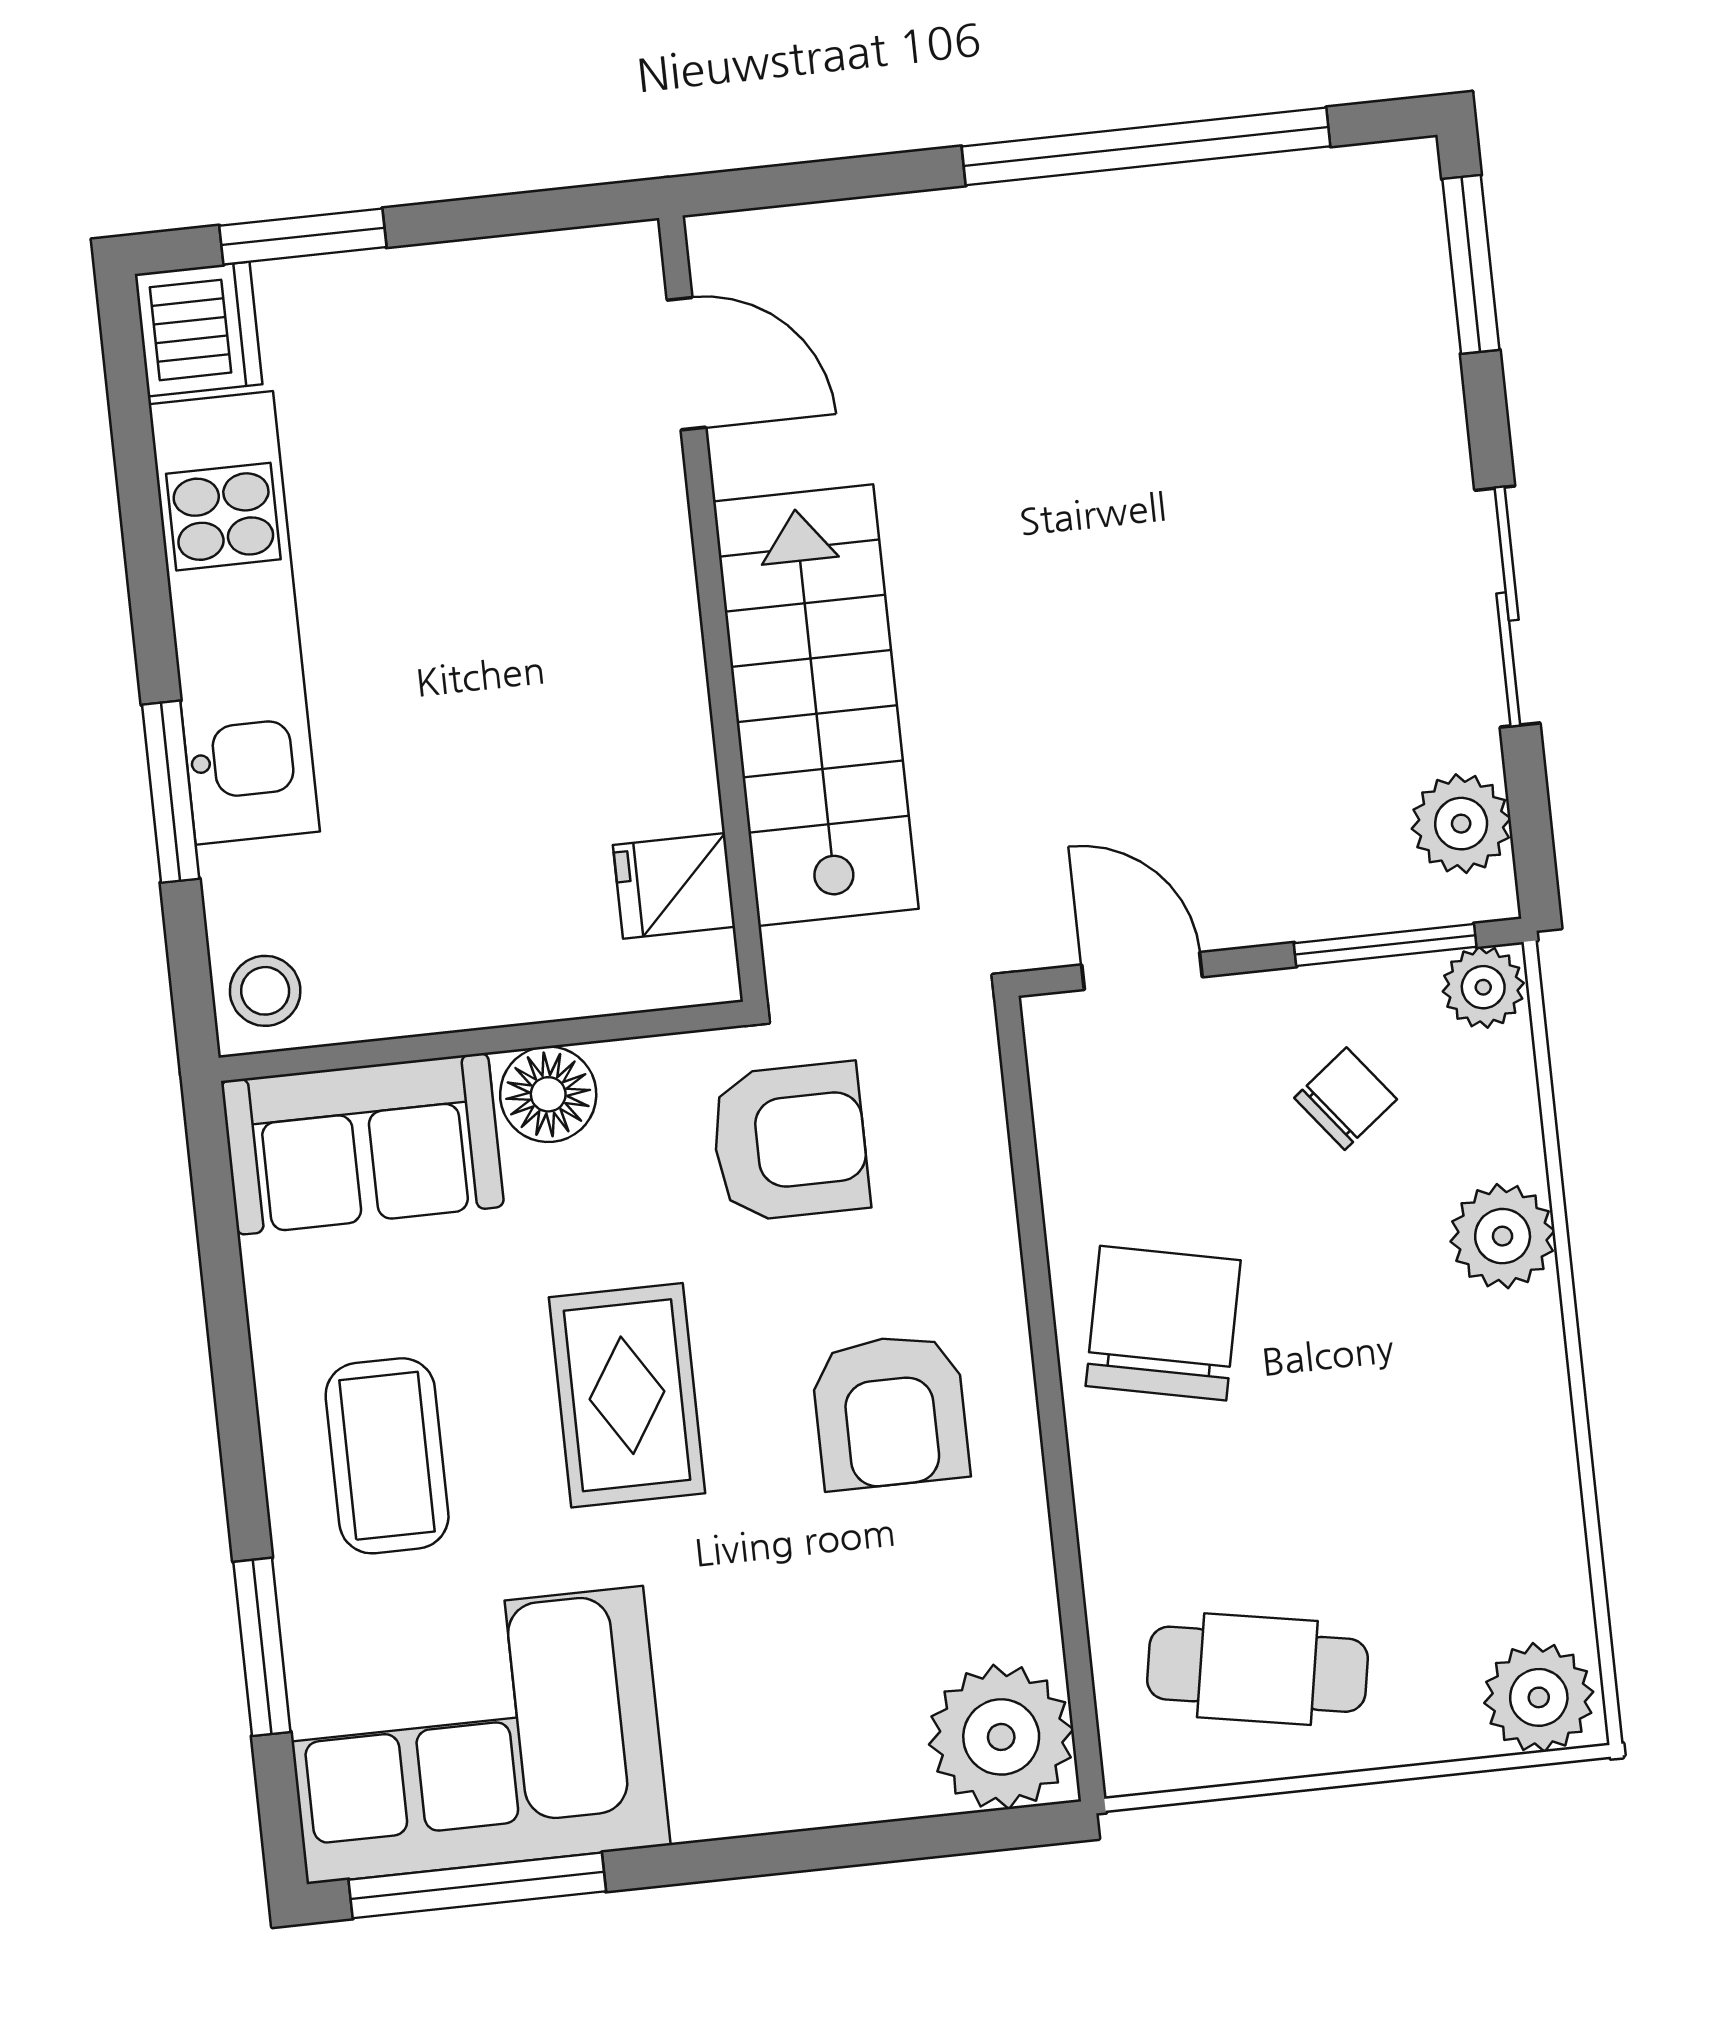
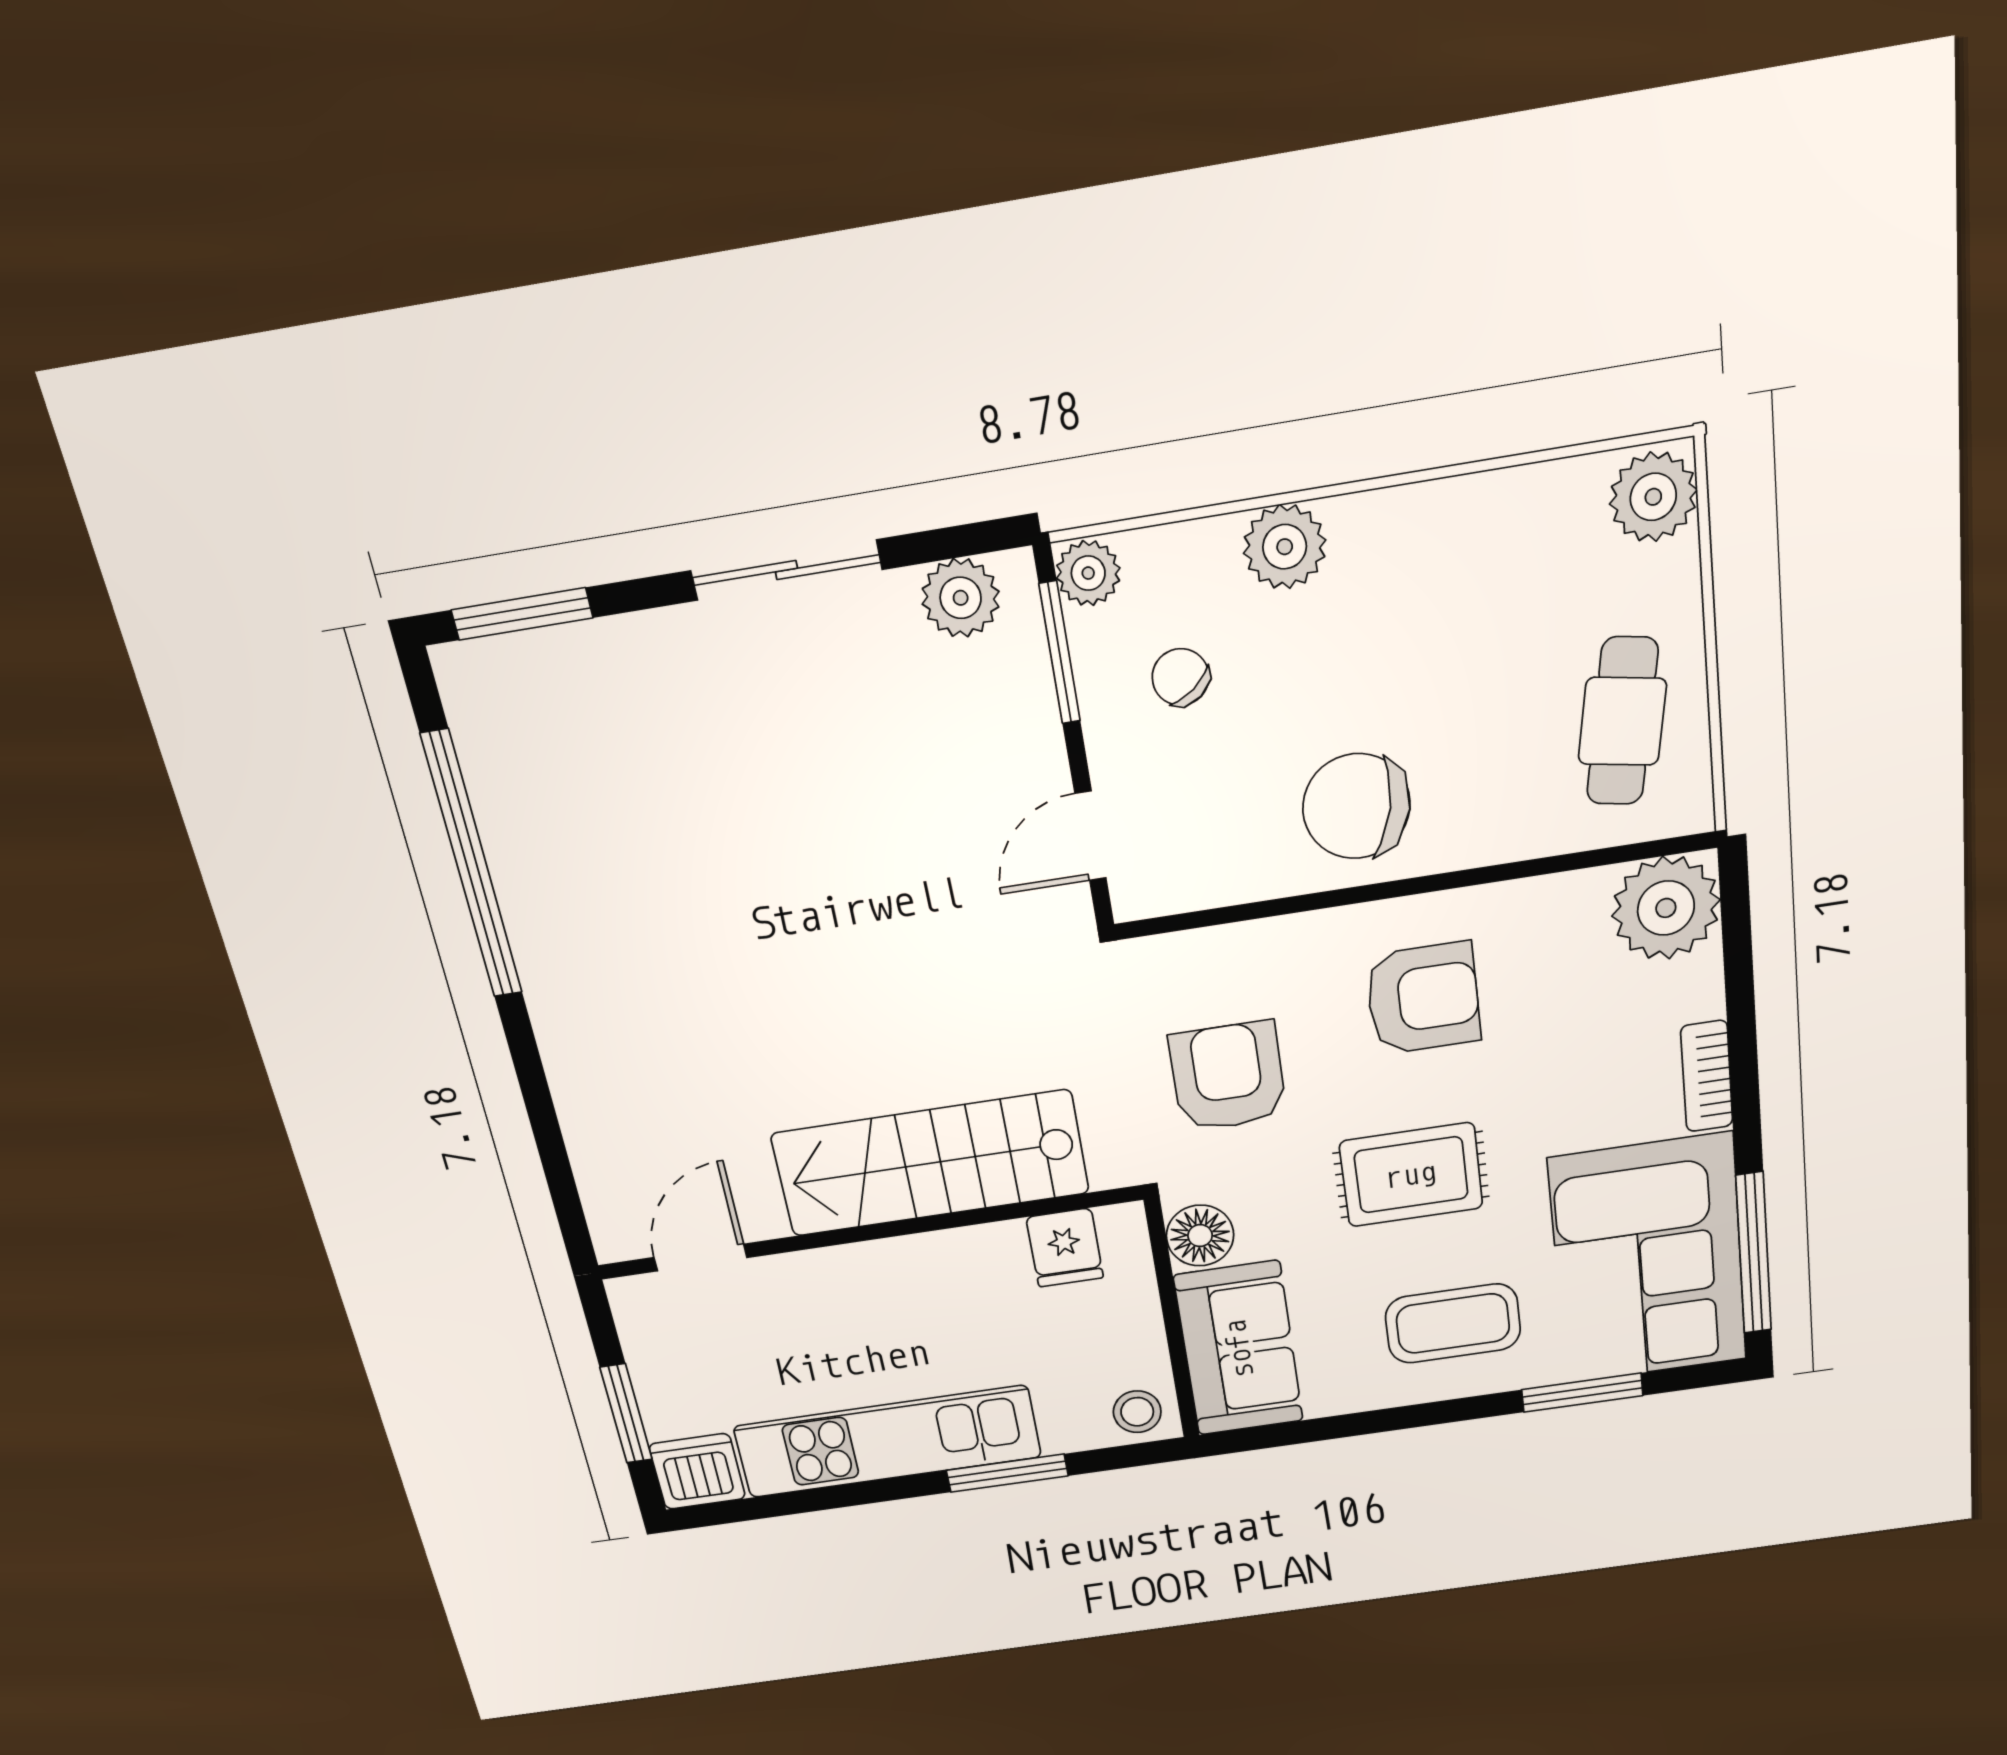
door: (687, 364) -> (700, 1258), moved
wall: (713, 609) -> (869, 1233), moved
stairs: (816, 705) -> (930, 1163), moved
fridge: (674, 886) -> (1065, 1248), moved
bookcase: (755, 1804) -> (1707, 1076), added

